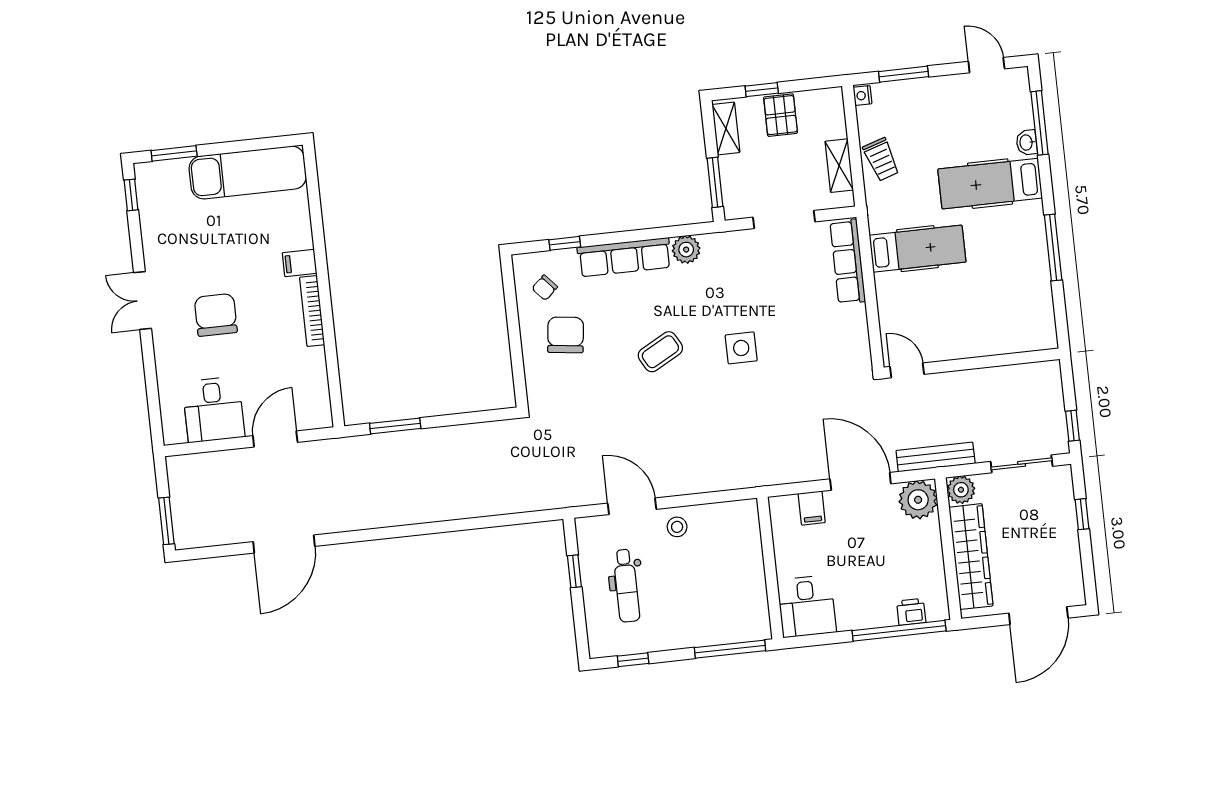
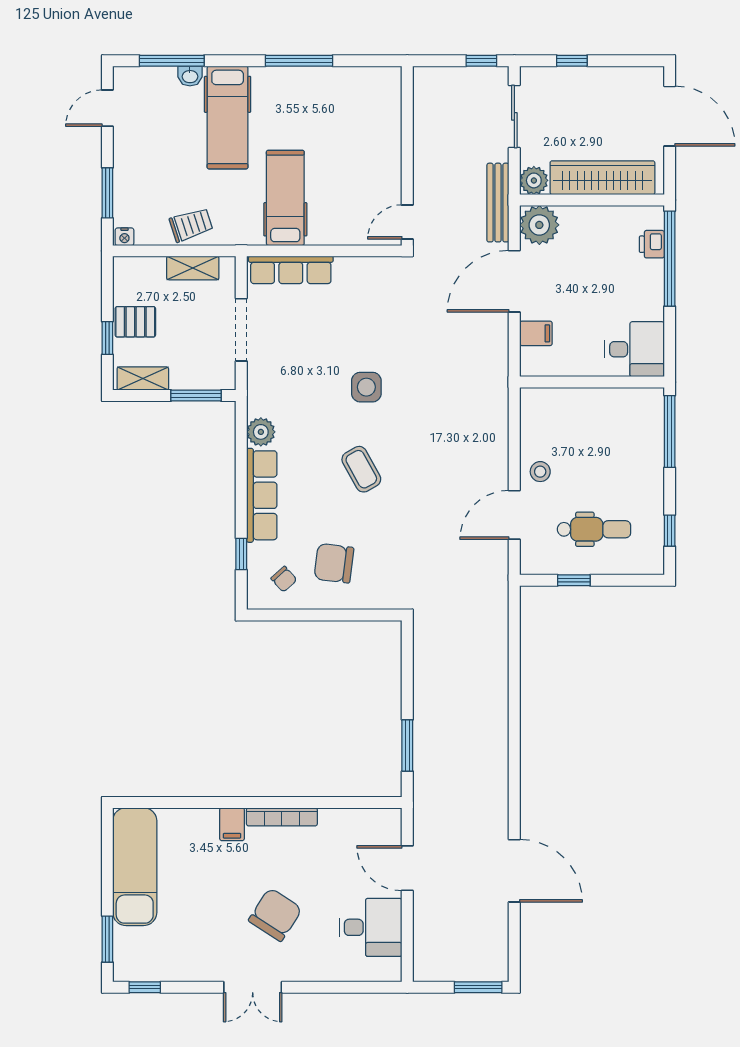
chair: (216, 315) -> (275, 915), turned 123

